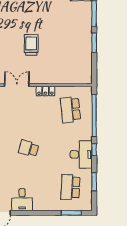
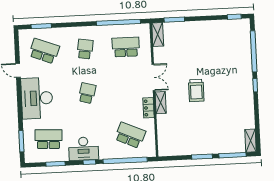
trolley: (31, 45) -> (196, 90), turned 90
shelving: (41, 79) -> (161, 103), added
school desk: (70, 110) -> (130, 135), turned 30
desk: (22, 200) -> (37, 98), width x1.87, depth x1.30

